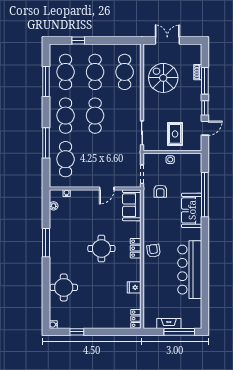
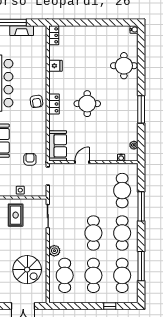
plant: (135, 97) -> (54, 251), added
window: (77, 332) -> (111, 22), removed

